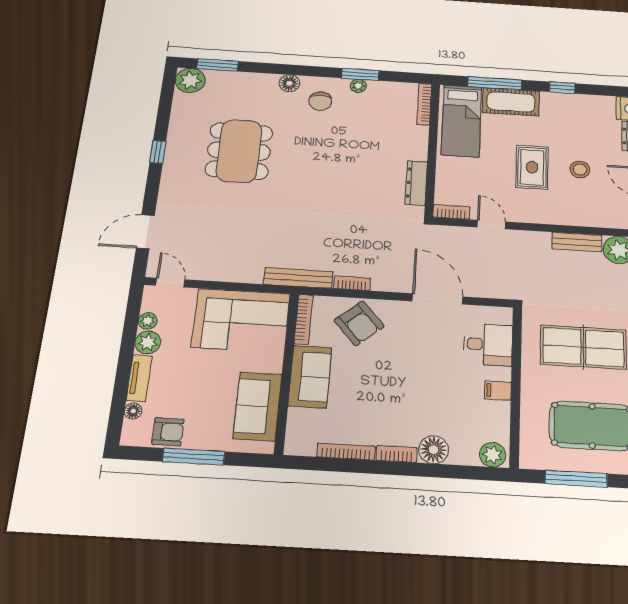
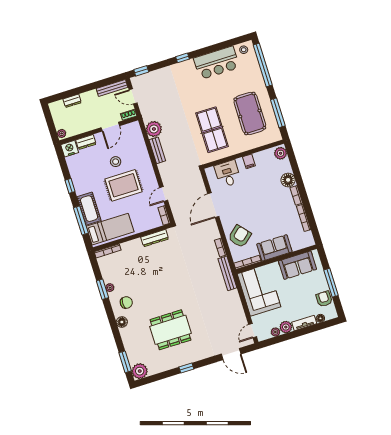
rug: (532, 167) -> (124, 185), width x1.36, depth x1.43

